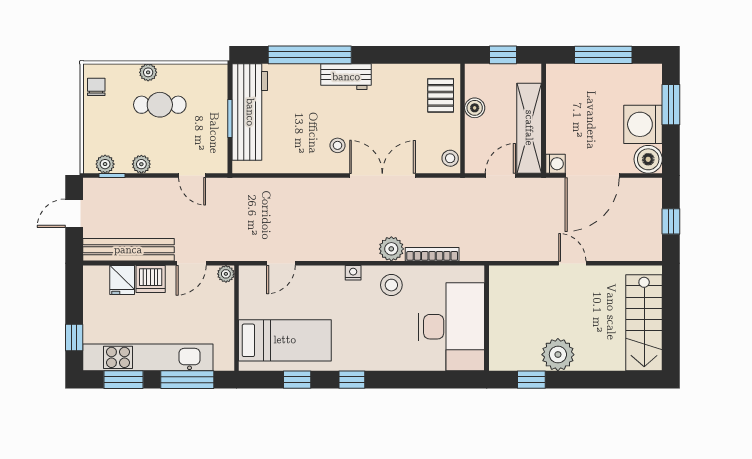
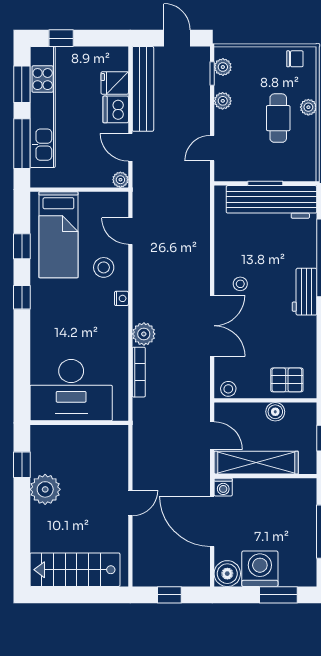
stool: (391, 285) -> (104, 267), moved

